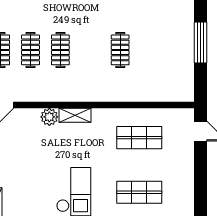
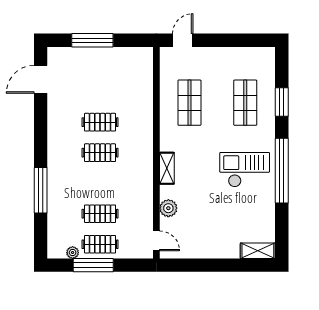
clothes rail: (60, 50) -> (100, 153), moved
plant: (49, 117) -> (168, 208), moved

